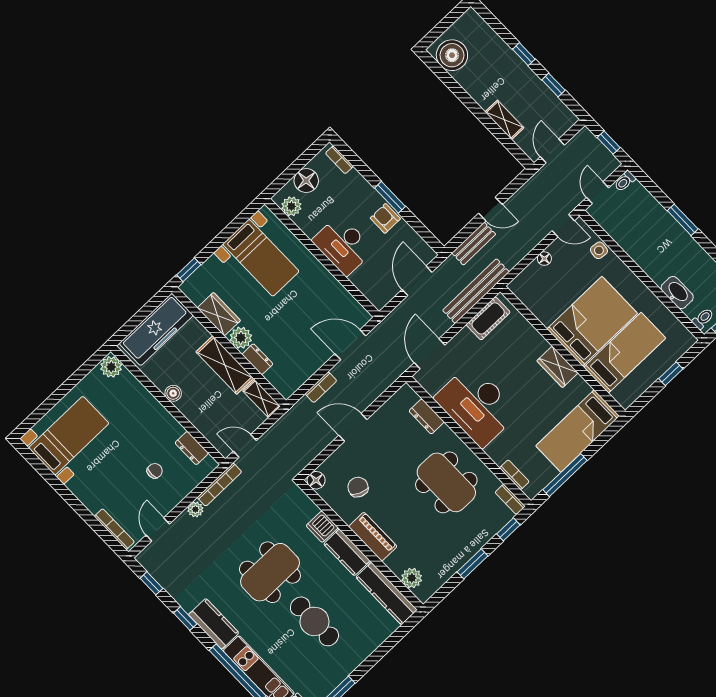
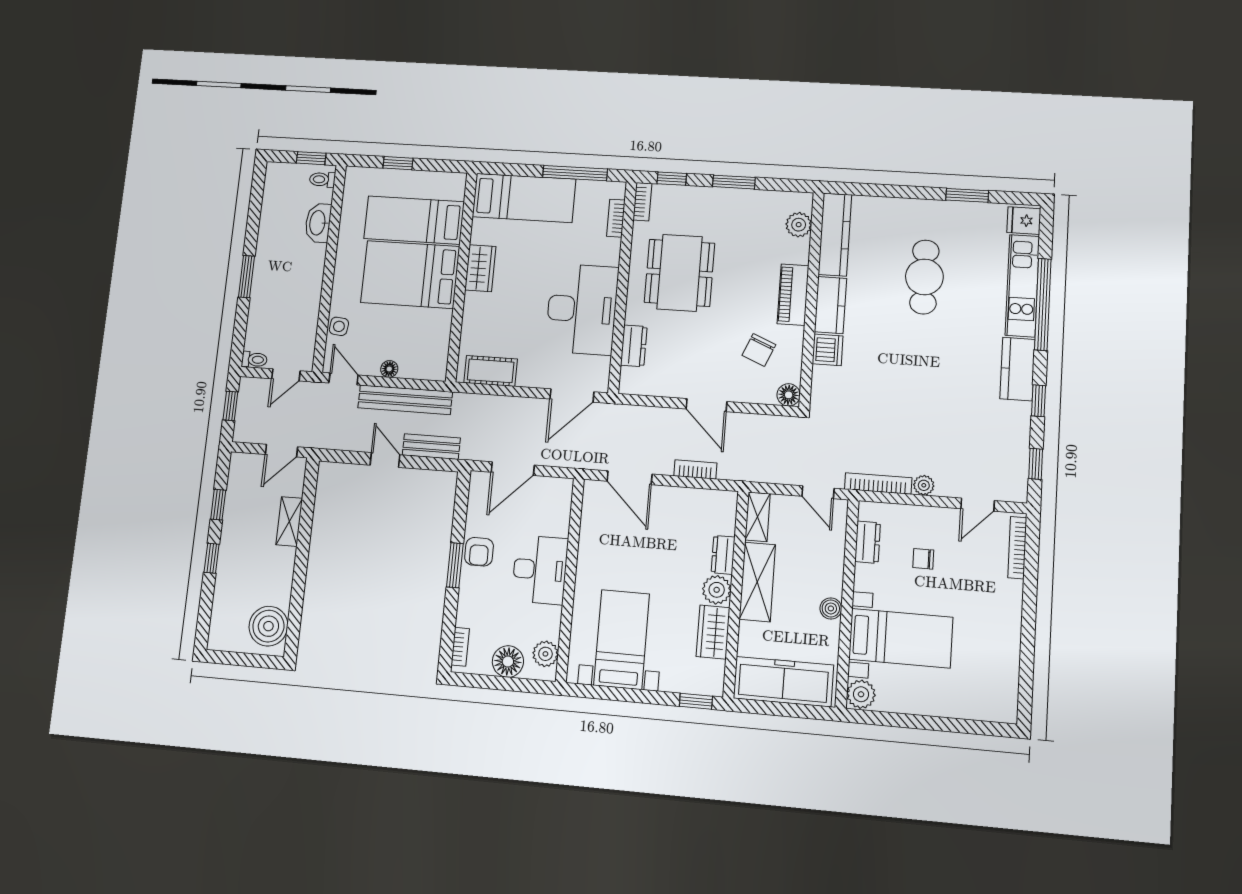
bench: (476, 291) -> (405, 400), moved
bed with nightstands: (69, 436) -> (901, 638), moved, turned 180
dining table: (270, 572) -> (917, 360), removed

